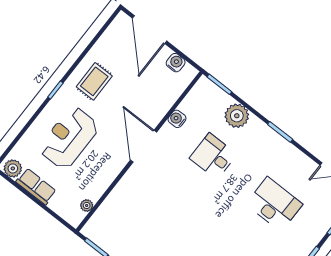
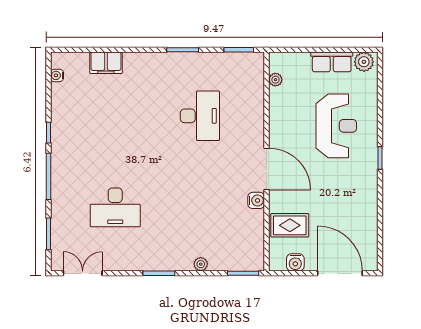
rug: (94, 81) -> (290, 225), moved, turned 90
plant: (237, 116) -> (201, 264), width x0.53, depth x0.53
water cooler: (177, 119) -> (256, 200), moved
desk: (213, 156) -> (200, 116), moved, width x1.37

